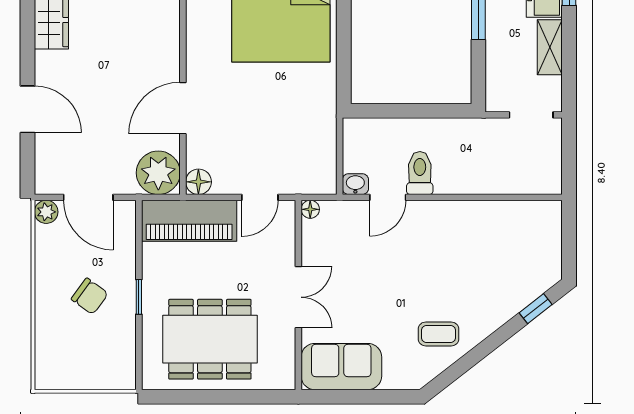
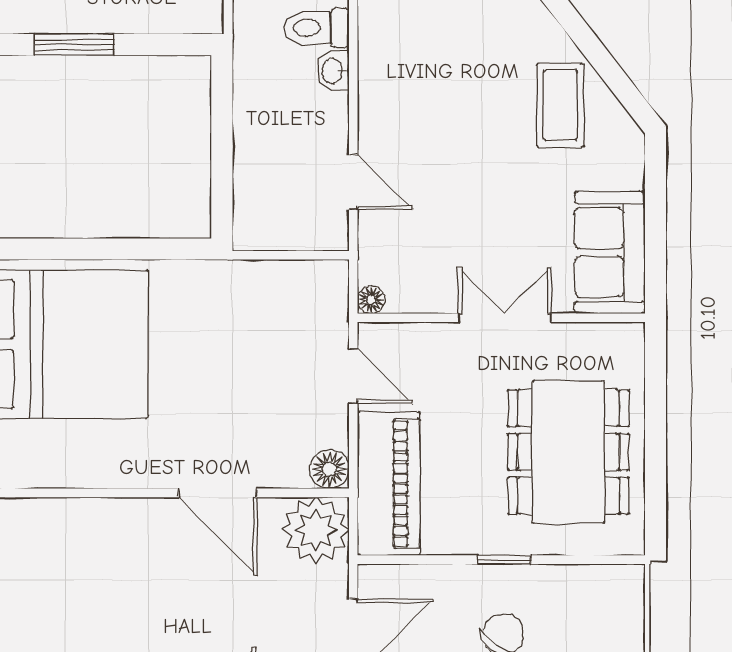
toilet: (420, 173) -> (316, 28), moved
washbasin: (355, 184) -> (333, 71), moved
coffee table: (438, 334) -> (560, 105), width x1.36, depth x1.30

